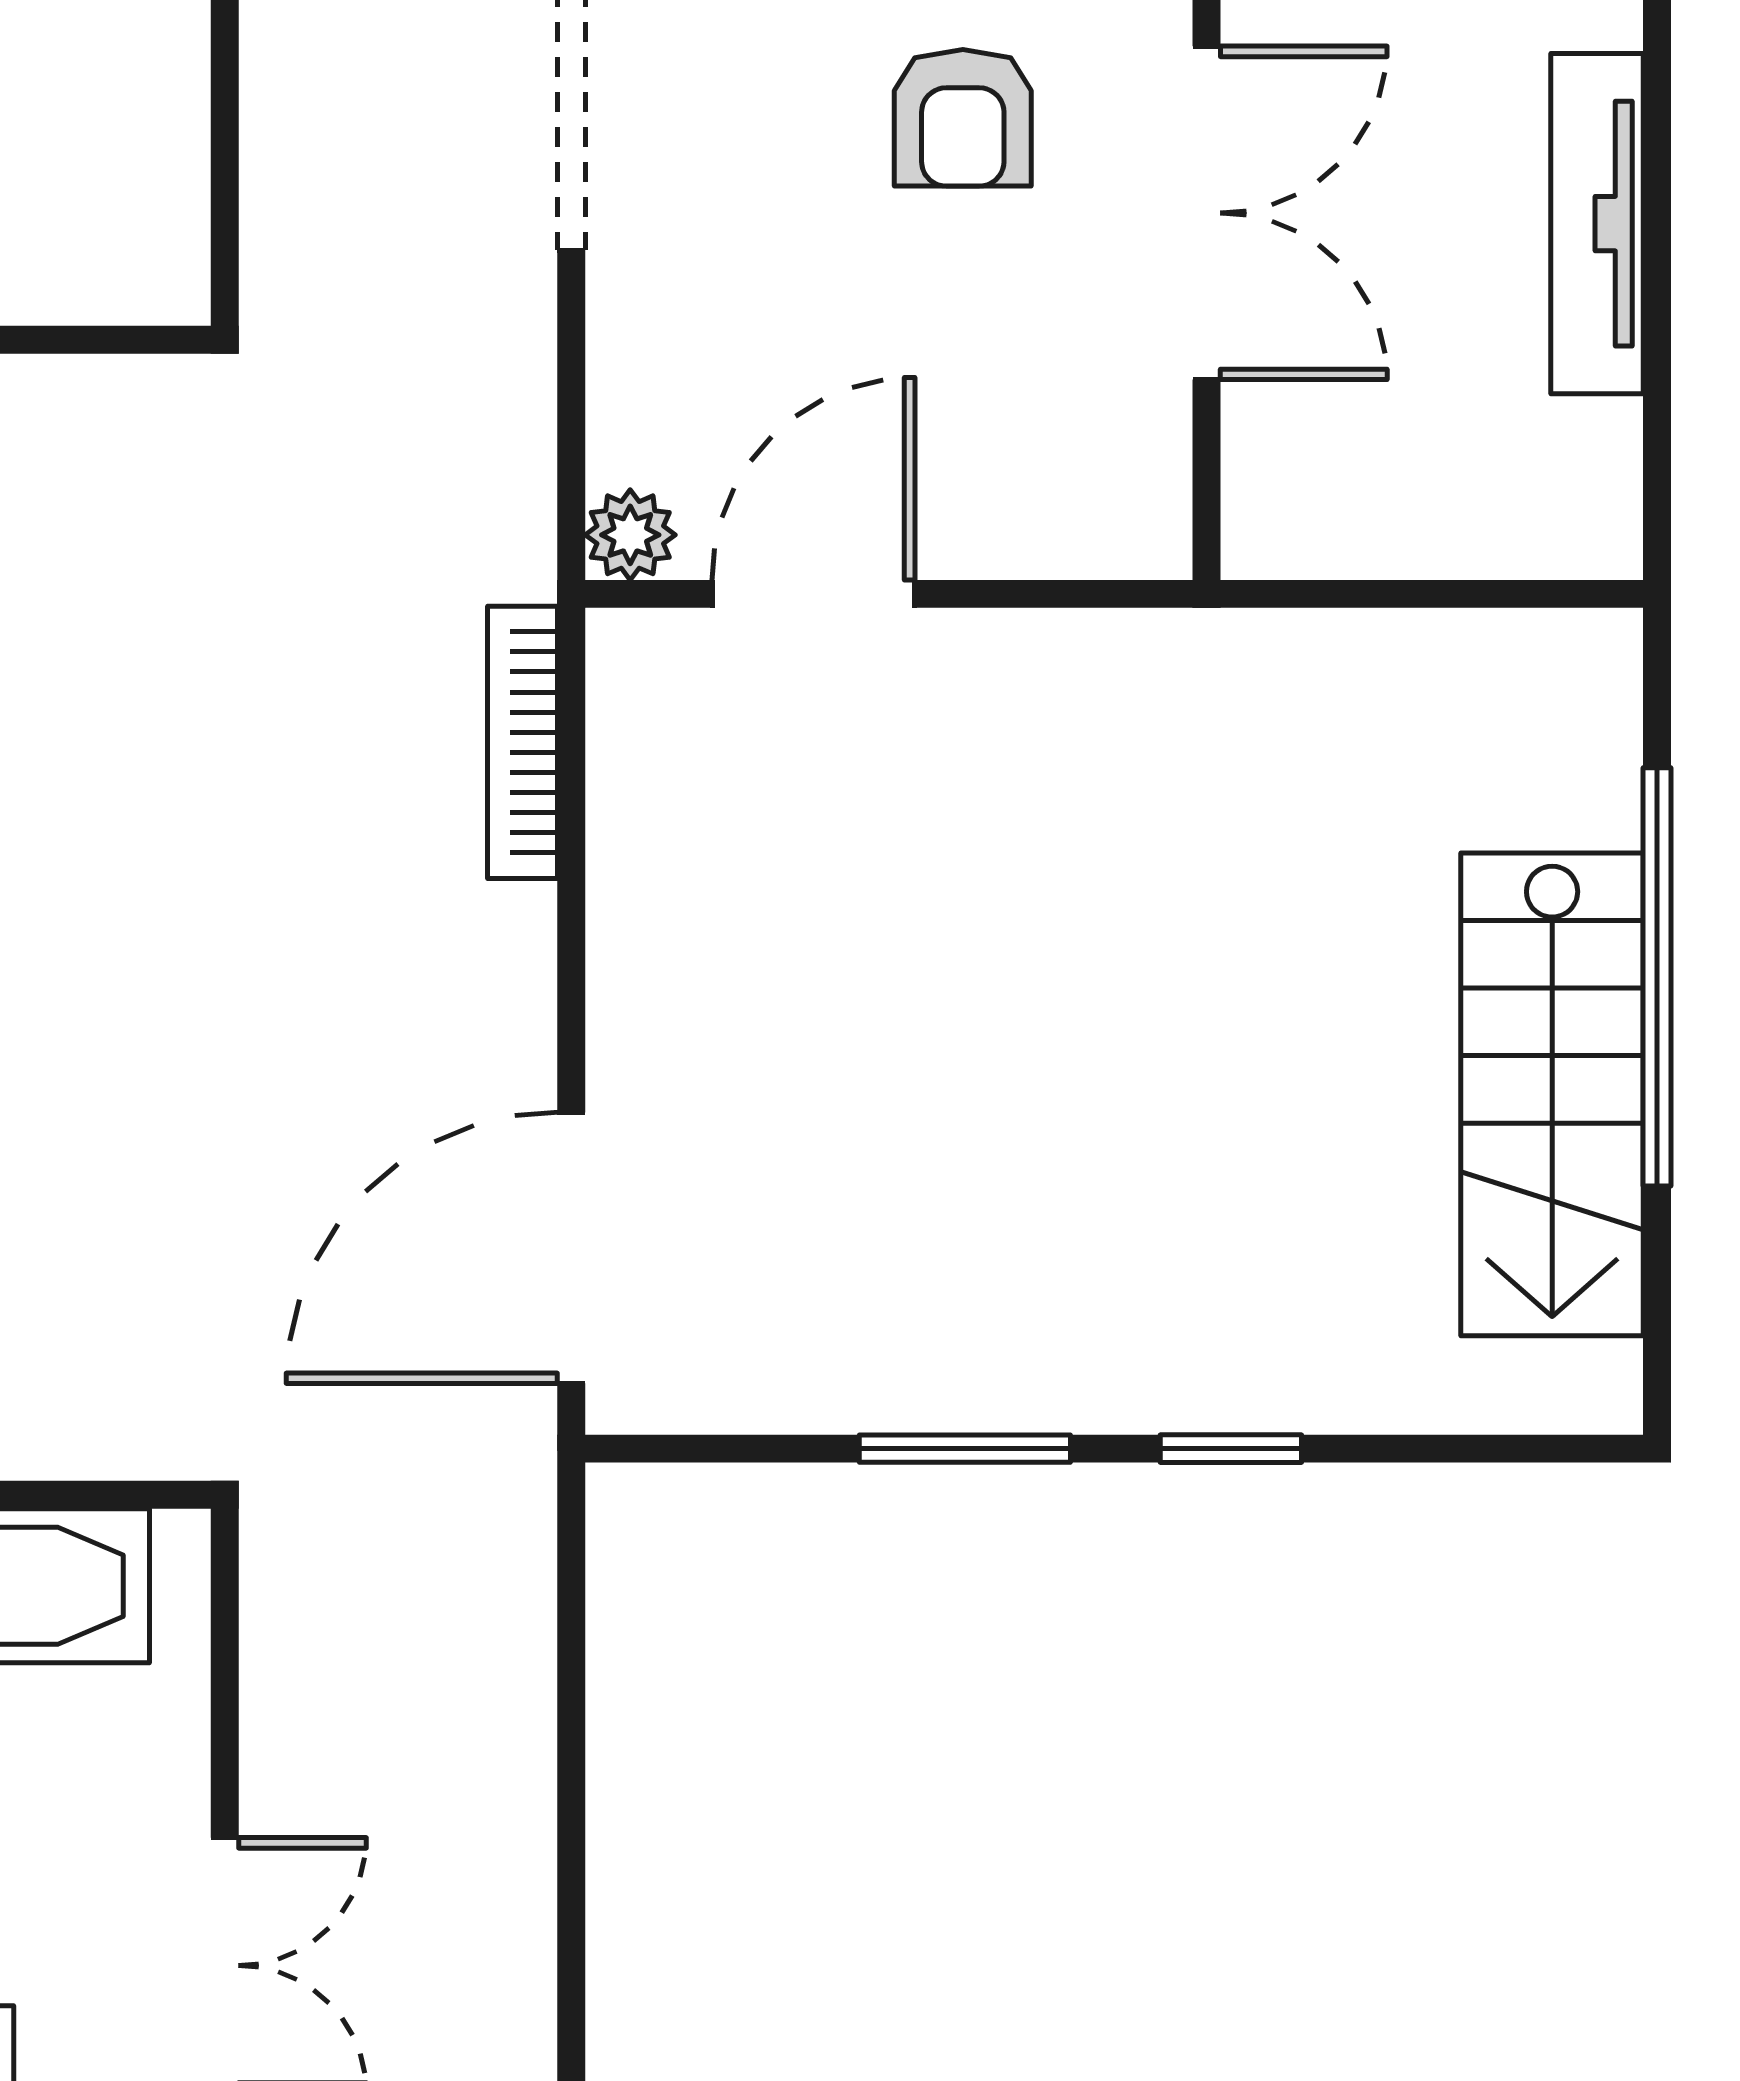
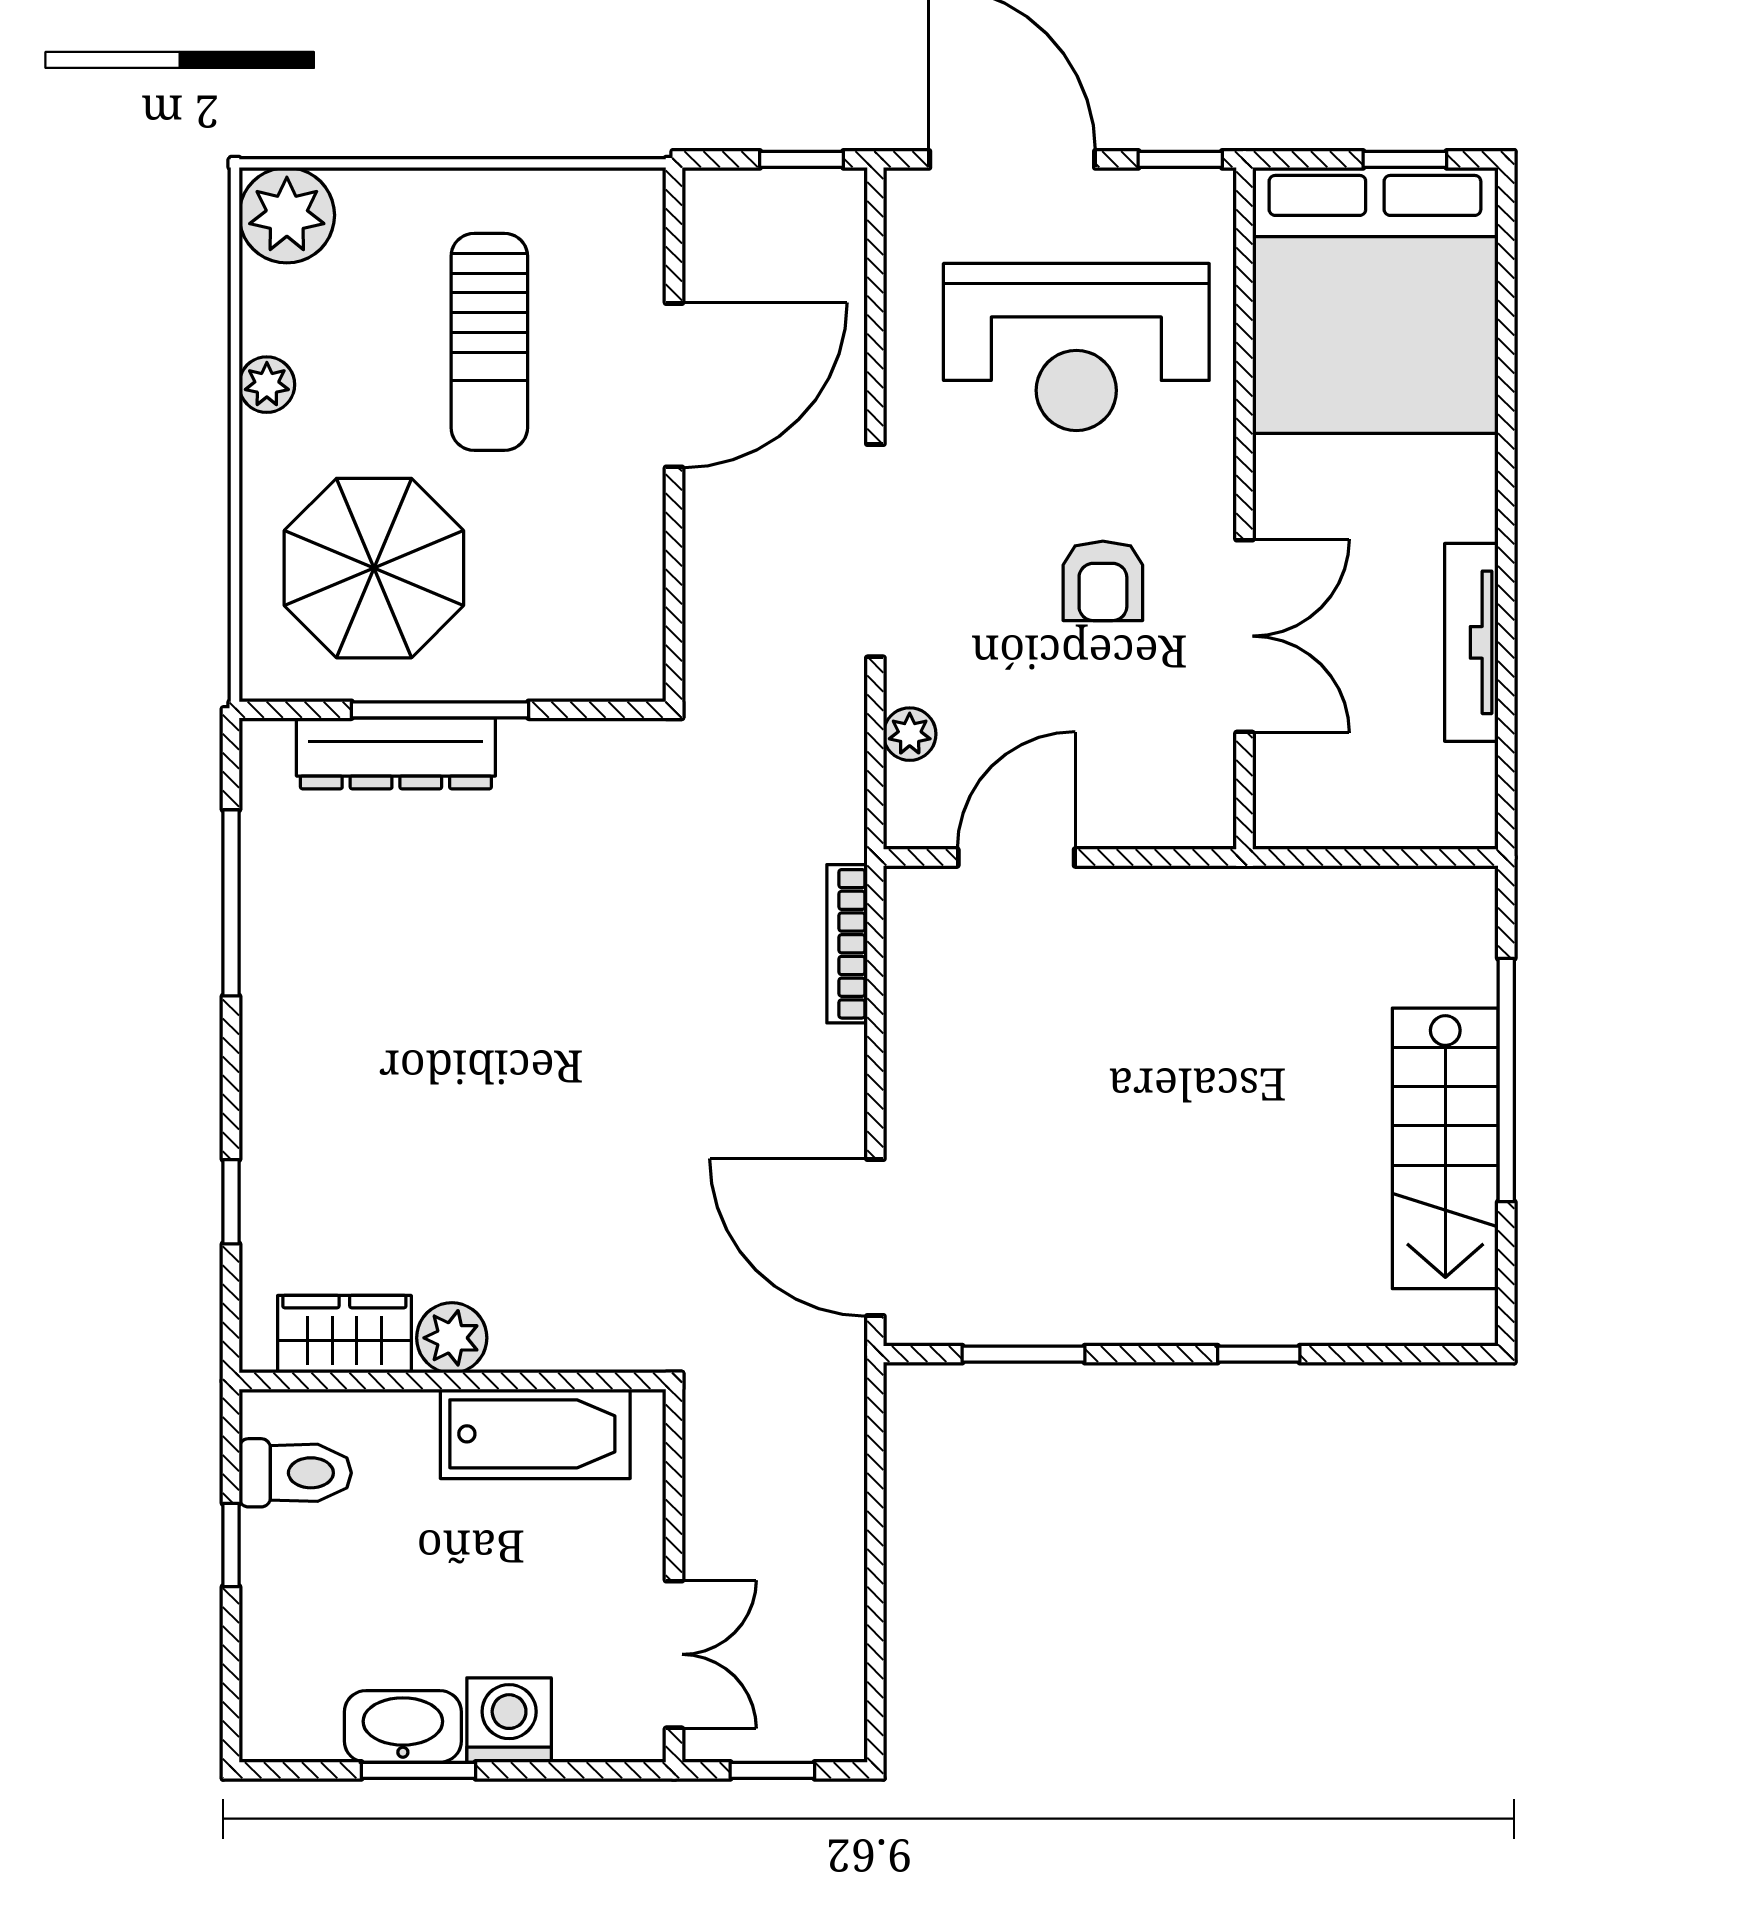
plant: (630, 535) -> (910, 734), moved
door: (571, 1248) -> (875, 1237), hinge flipped
window: (965, 1449) -> (1023, 1354), moved

